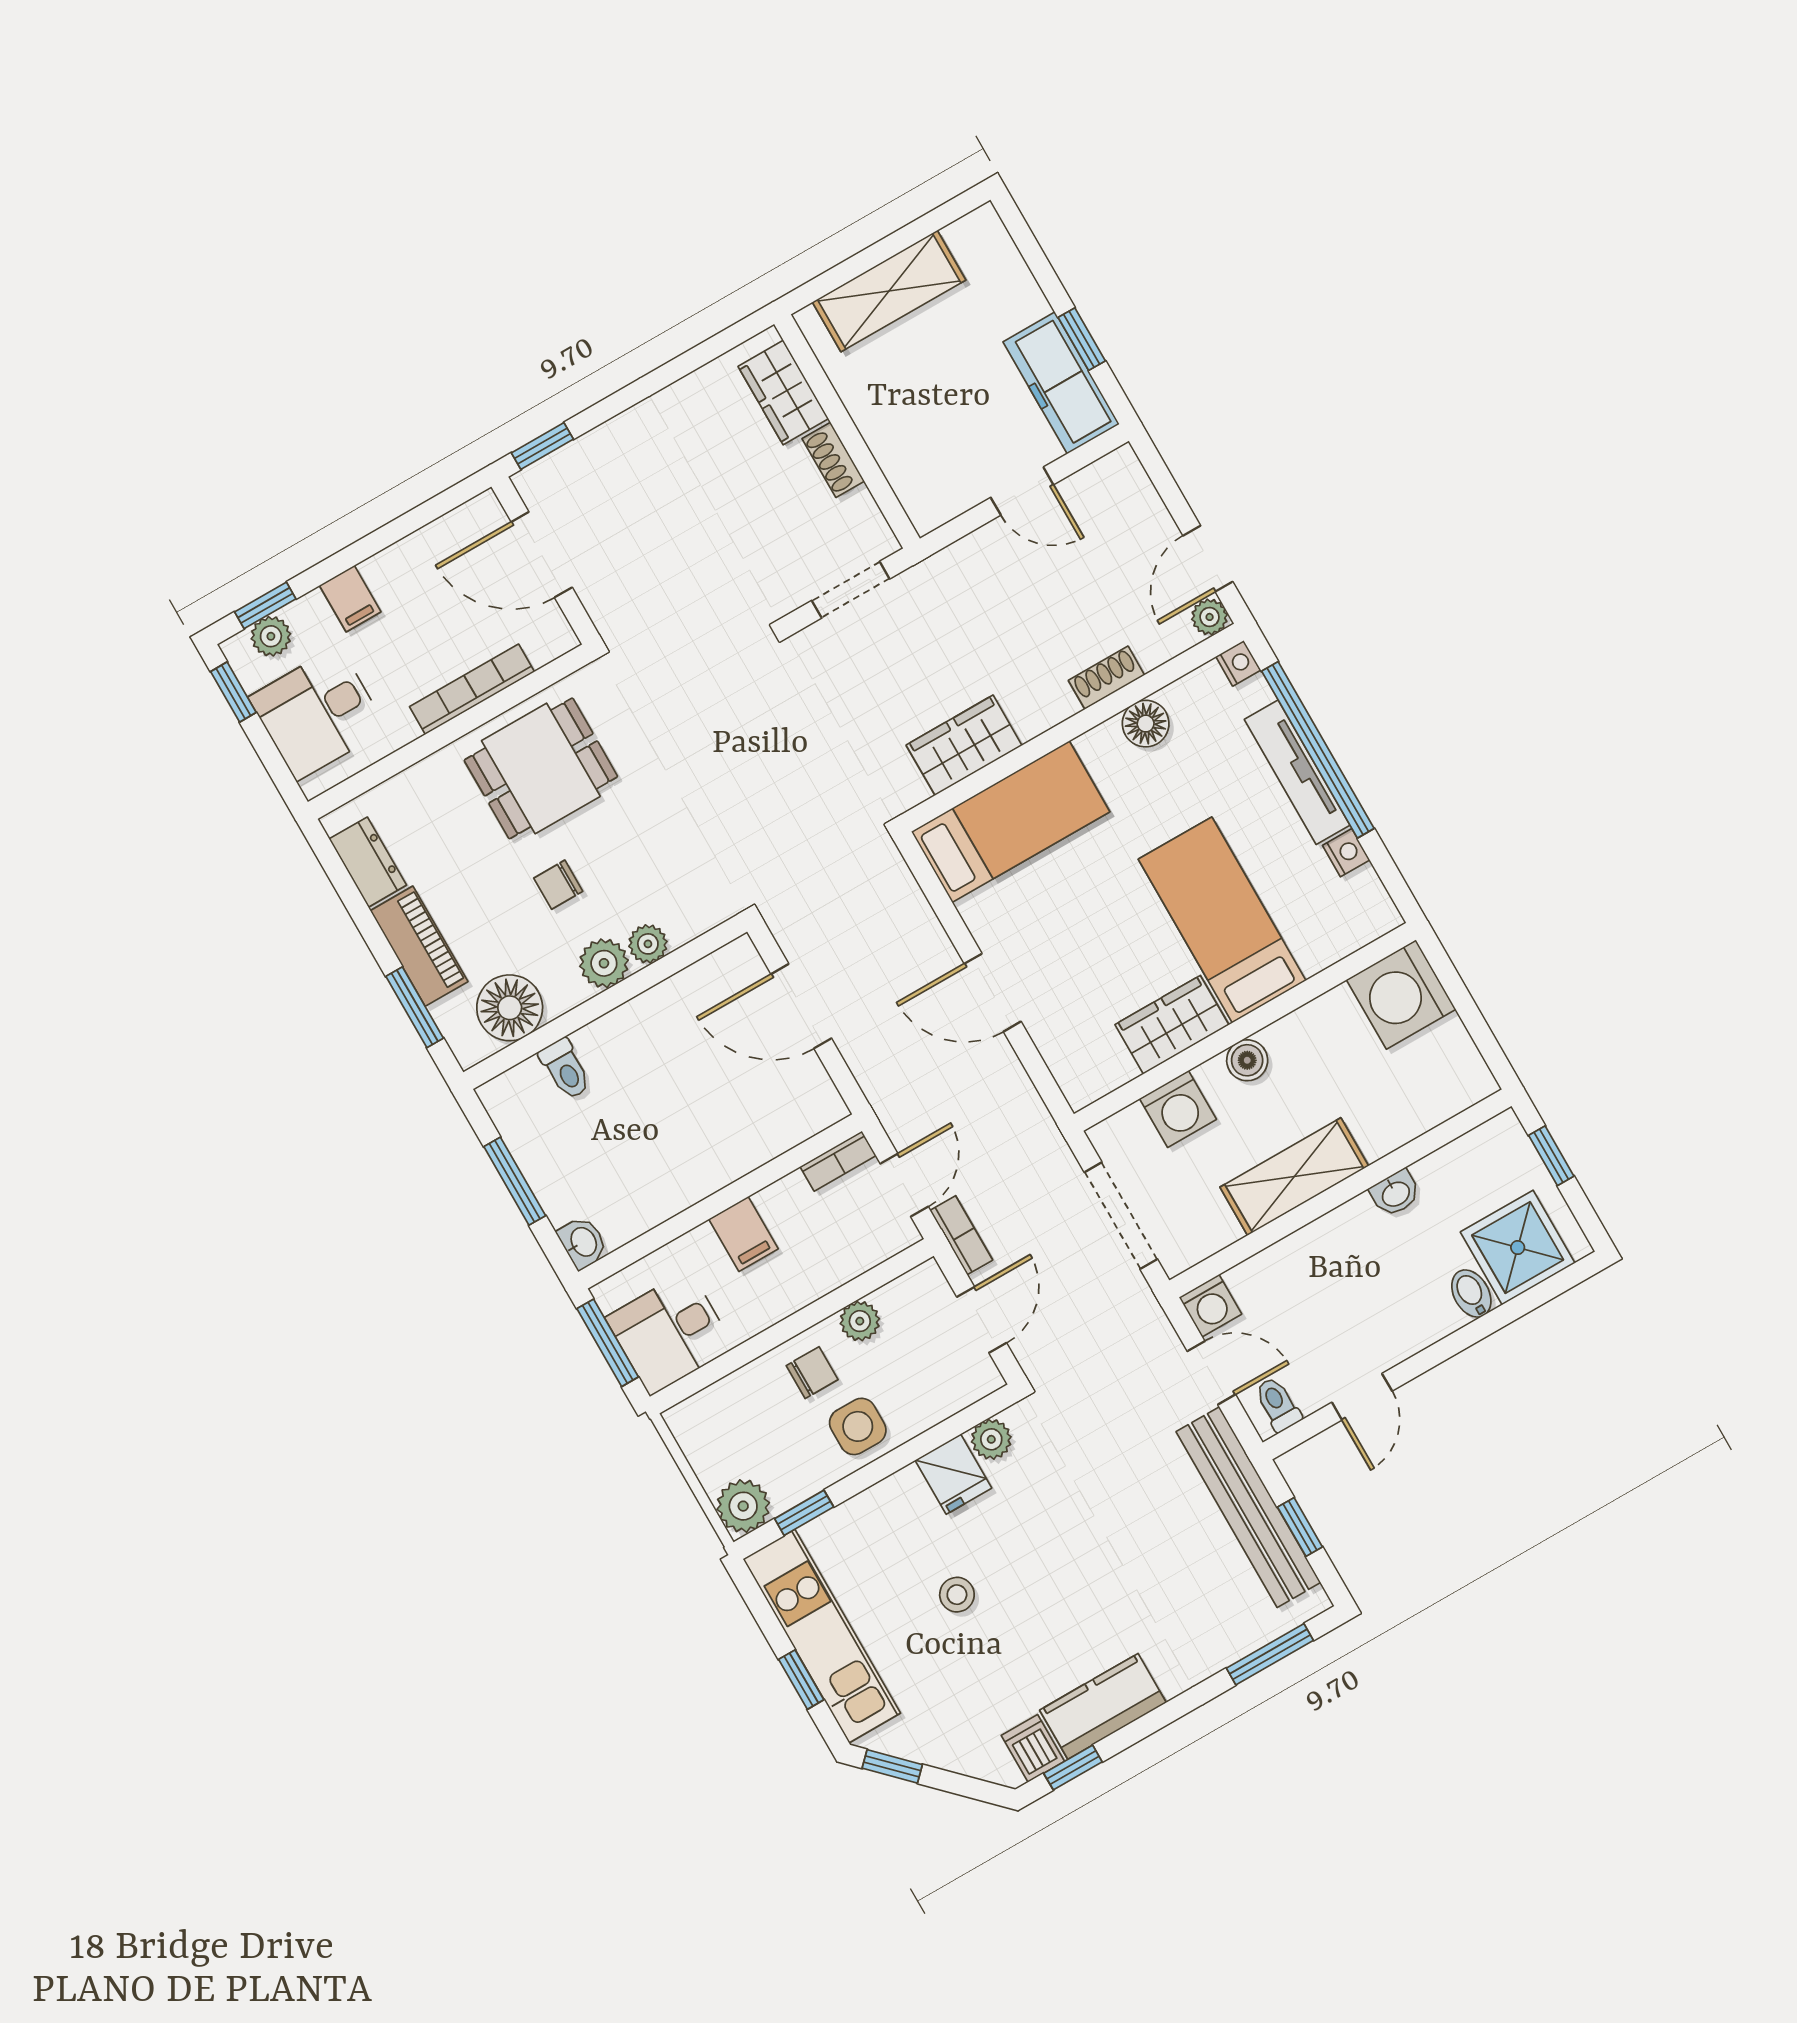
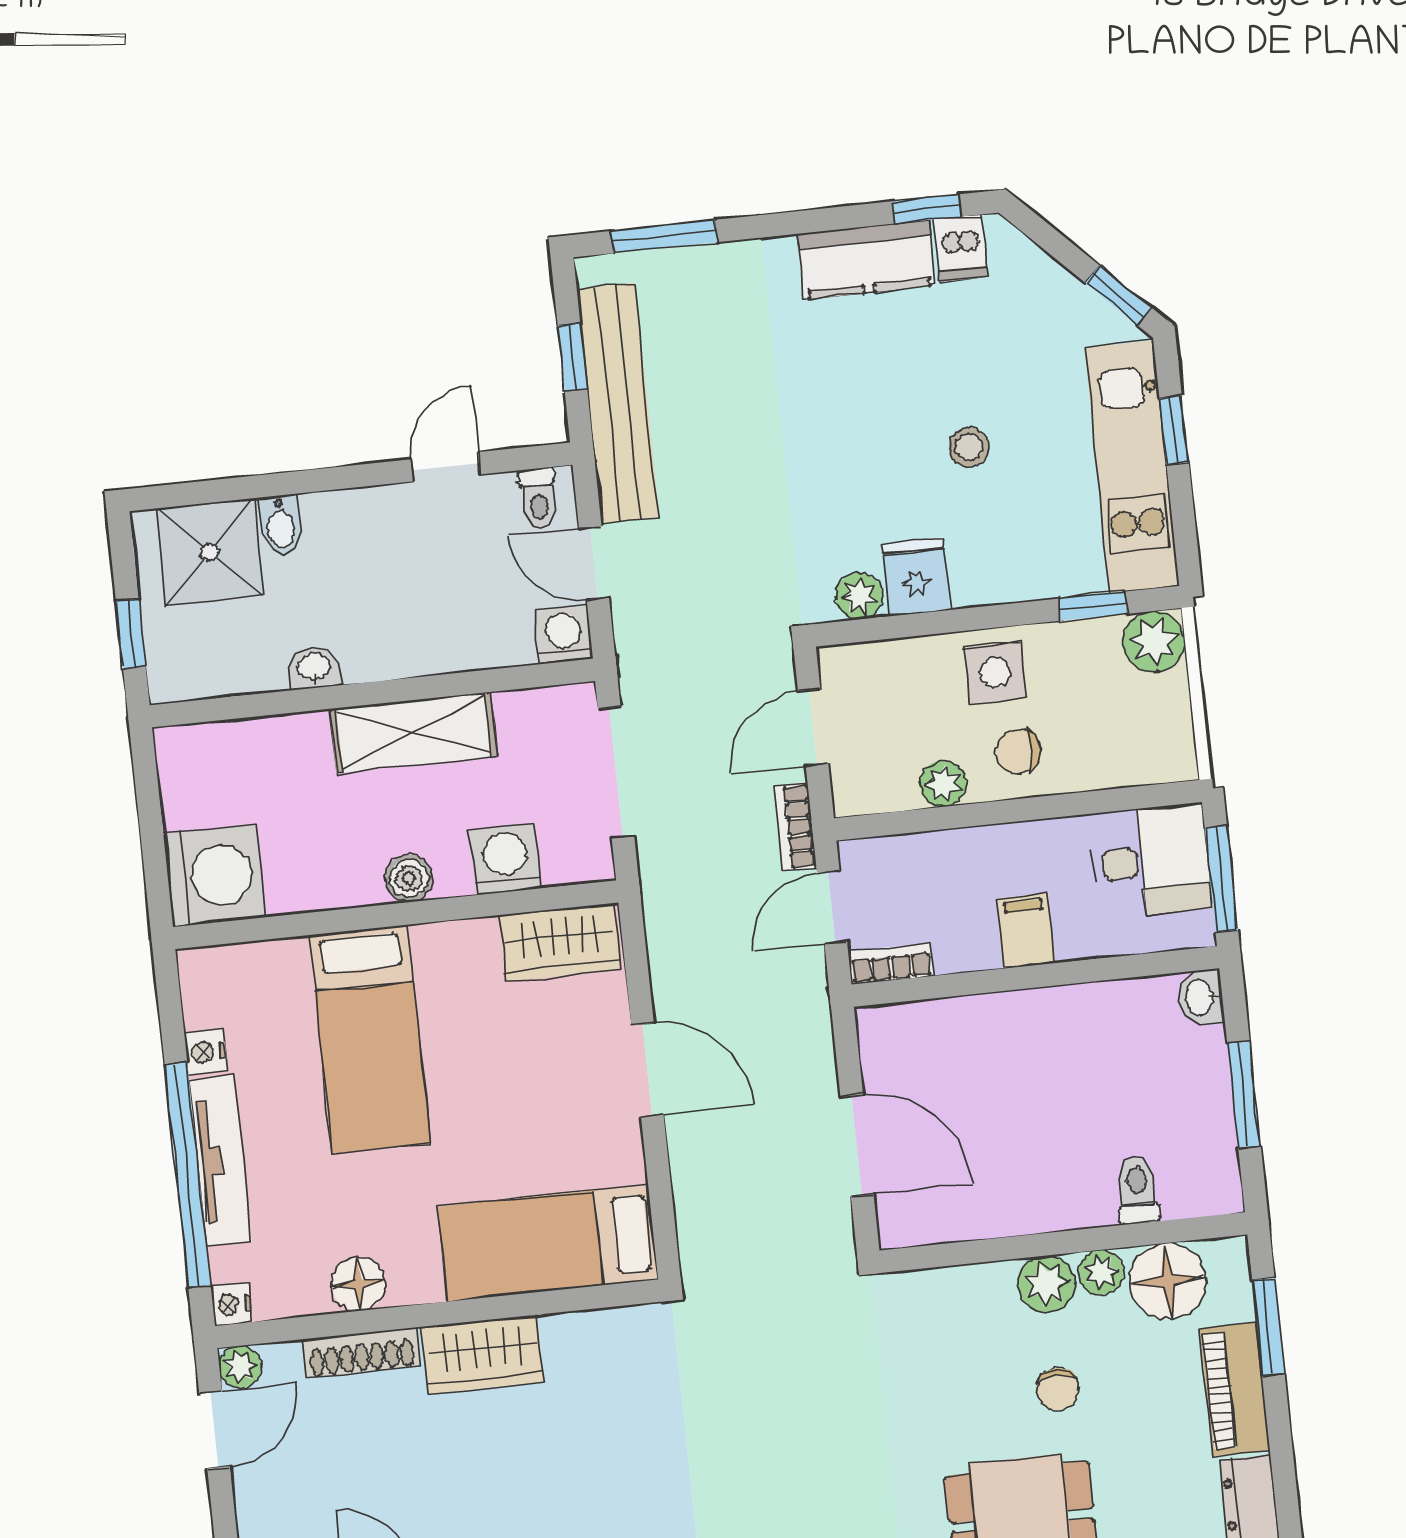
shoe rack: (1106, 678) -> (361, 1353), width x1.43
wardrobe: (964, 745) -> (482, 1354), moved
chair: (558, 885) -> (1058, 1389), turned 90
plant: (648, 944) -> (1101, 1272), moved
wardrobe: (1172, 1025) -> (560, 942), moved

